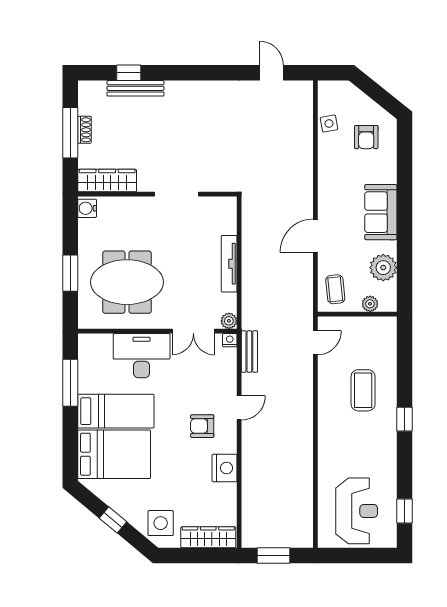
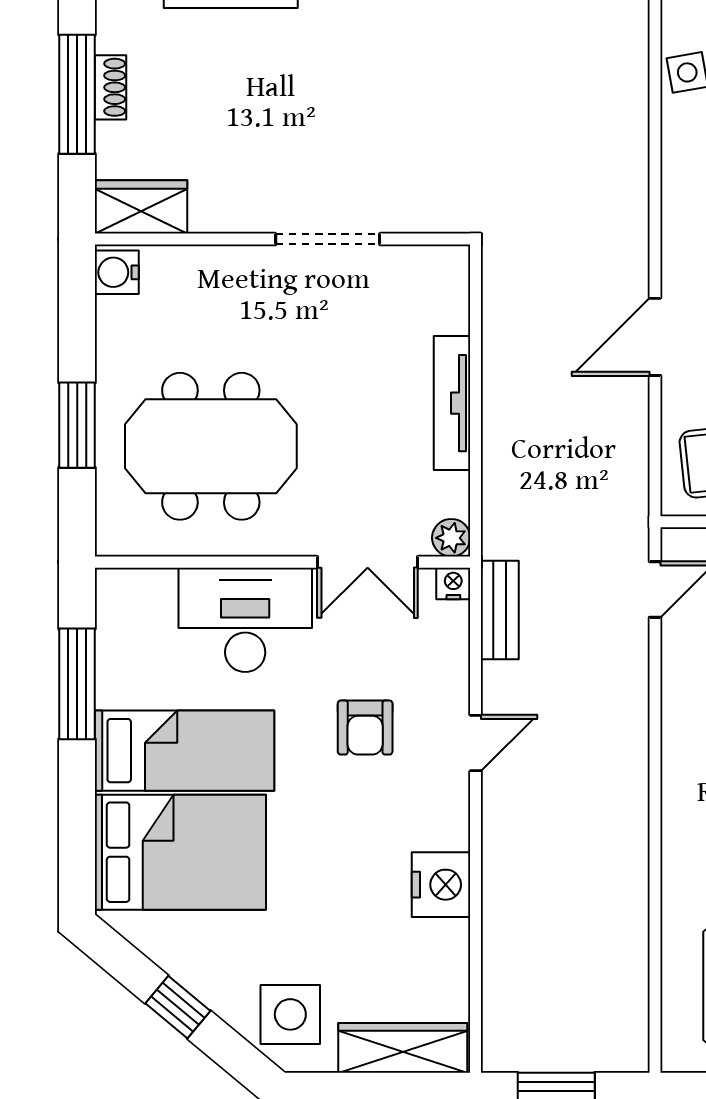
wardrobe: (107, 181) -> (141, 207), width x0.67
armchair: (202, 426) -> (365, 728), moved, turned -90

